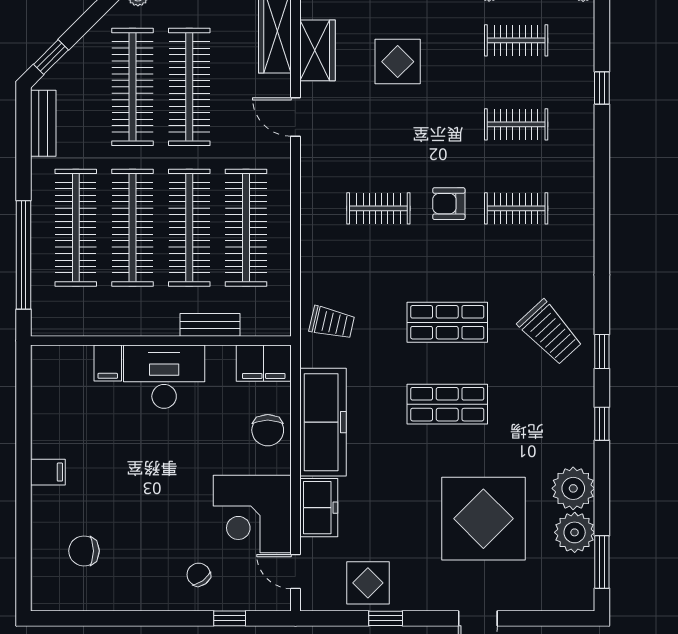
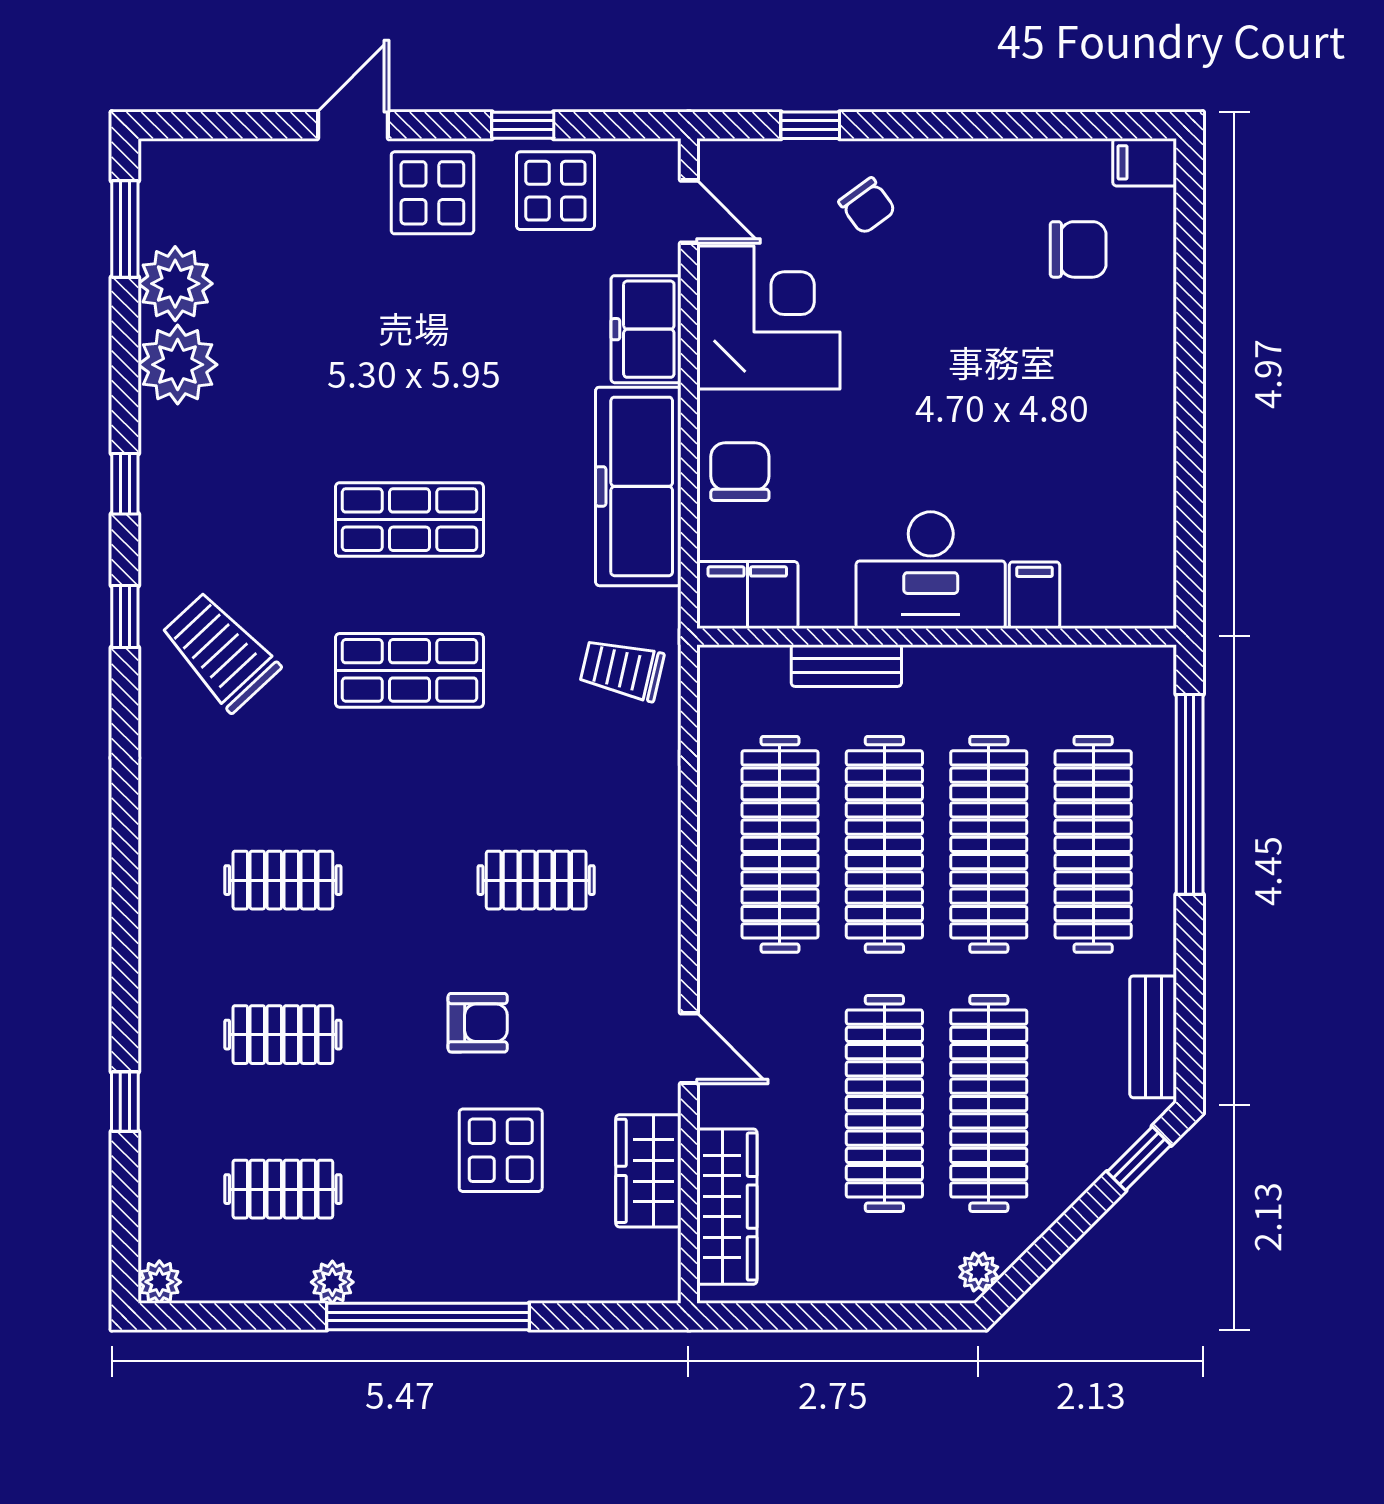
armchair: (449, 204) -> (478, 1023), moved
filing cabinet: (48, 472) -> (1145, 162), moved
display table: (483, 519) -> (432, 193), moved, width x0.54, depth x0.54

